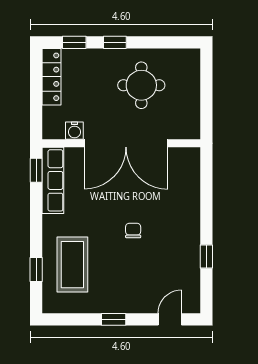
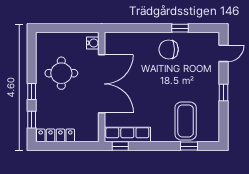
water cooler: (74, 131) -> (93, 43), moved
chair: (133, 231) -> (169, 49), moved, width x1.87, depth x1.87
coffee table: (72, 265) -> (186, 121), turned 90
door: (170, 319) -> (224, 53), swing flipped

